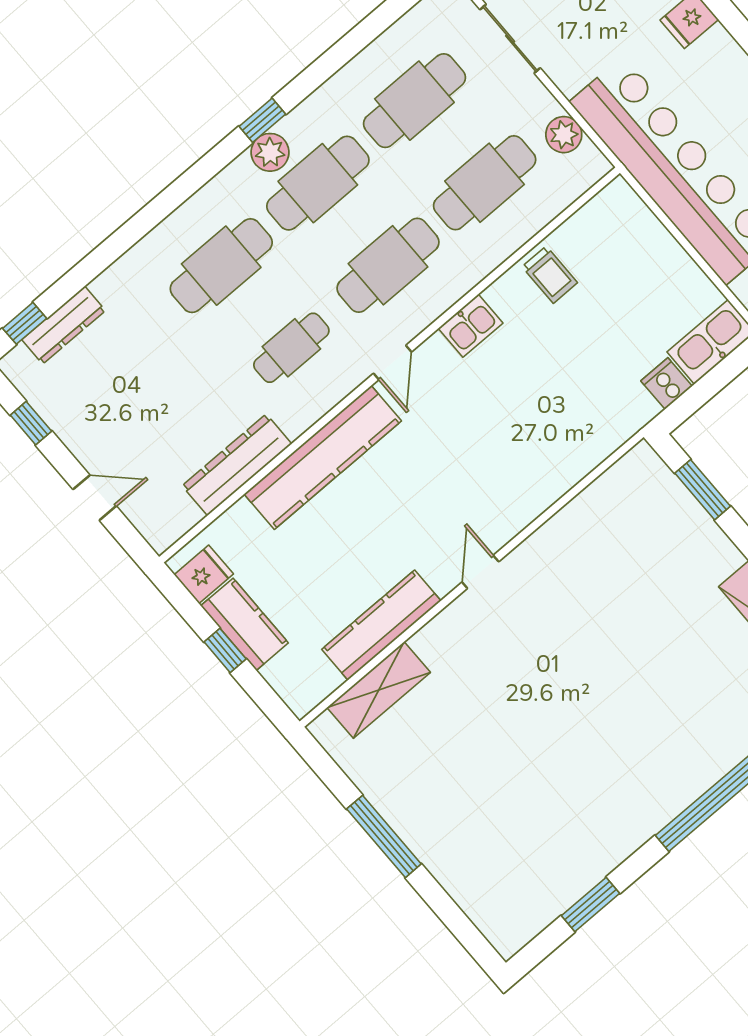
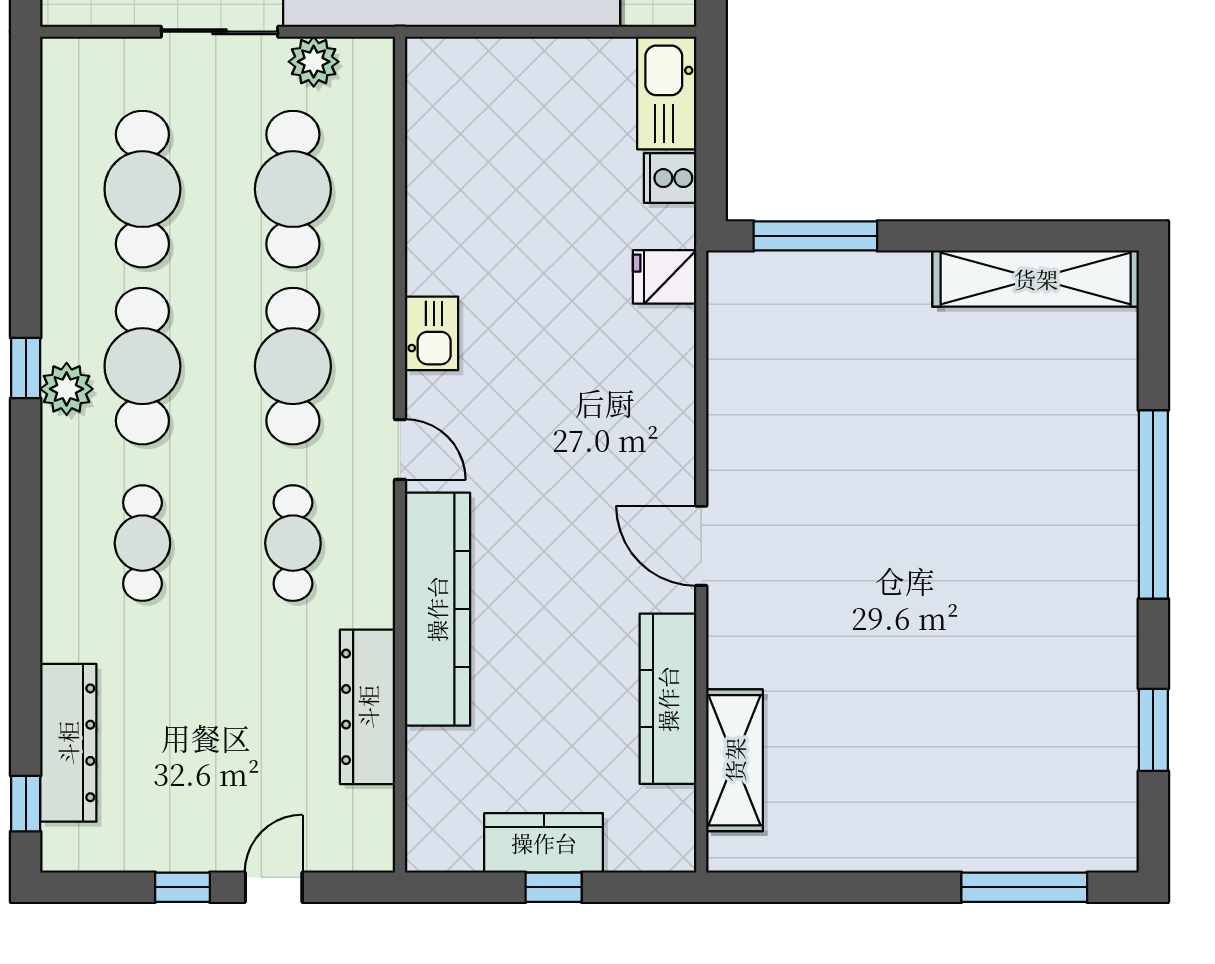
sliding door: (510, 39) -> (219, 32), moved
cafe table: (221, 266) -> (142, 543), width x0.73, depth x0.74
trolley: (550, 275) -> (449, 203), removed
dresser: (64, 325) -> (68, 743), width x1.37, depth x1.24
window: (31, 423) -> (183, 887), moved
window: (703, 490) -> (815, 236), width x1.44
door: (480, 572) -> (701, 546), width x1.38
fridge: (204, 574) -> (665, 277), moved, turned -90
window: (384, 836) -> (1024, 887), moved

